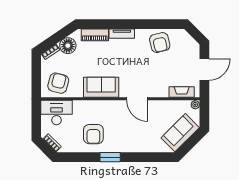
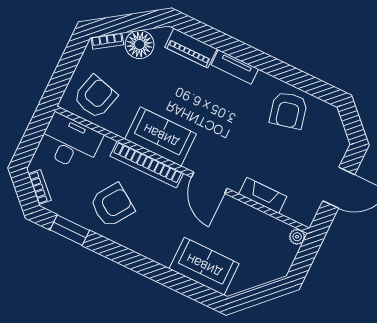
fireplace: (182, 92) -> (263, 195), moved
bookcase: (101, 105) -> (147, 165), added
sofa: (180, 133) -> (204, 266), moved, turned 45
armchair: (93, 134) -> (112, 205), turned -146
window: (110, 157) -> (70, 230), moved

